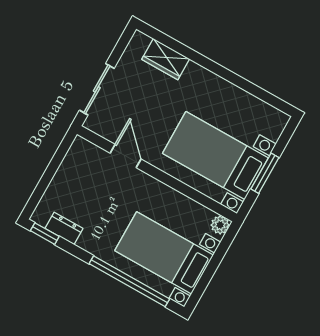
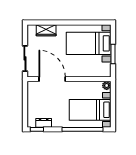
door: (126, 156) -> (52, 79), width x1.87
bed with nightstands: (215, 156) -> (89, 43), moved

